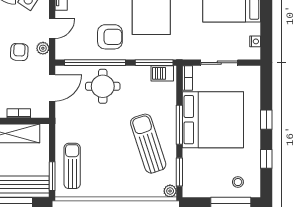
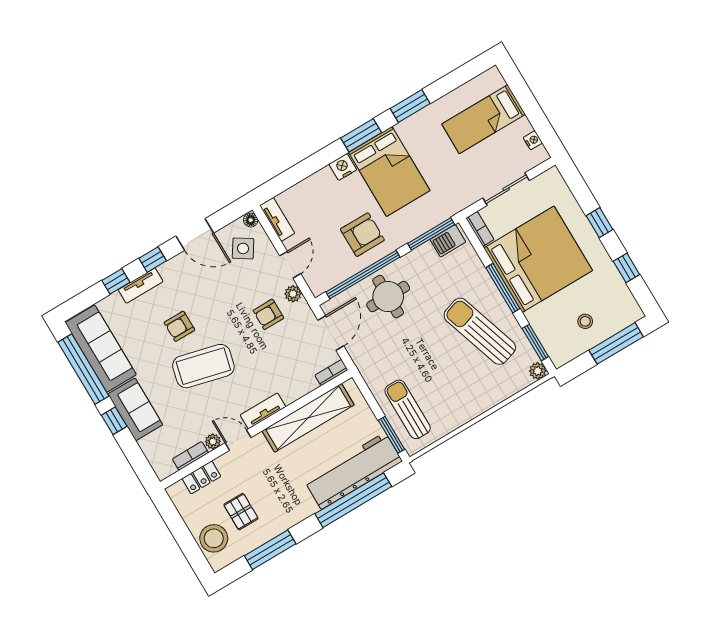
armchair: (19, 52) -> (268, 314), turned -93
bookcase: (19, 113) -> (331, 373), moved
stool: (238, 182) -> (585, 321), moved

